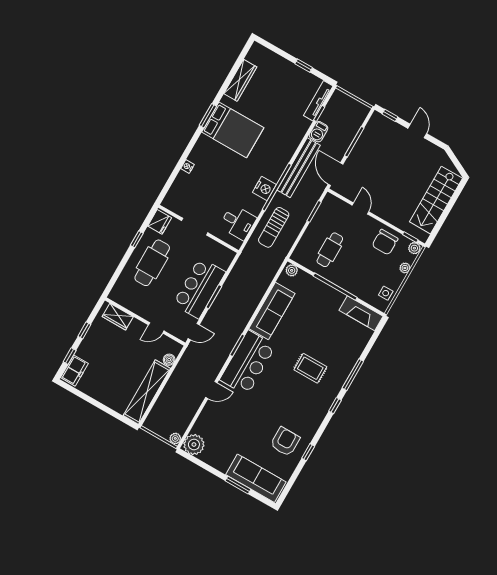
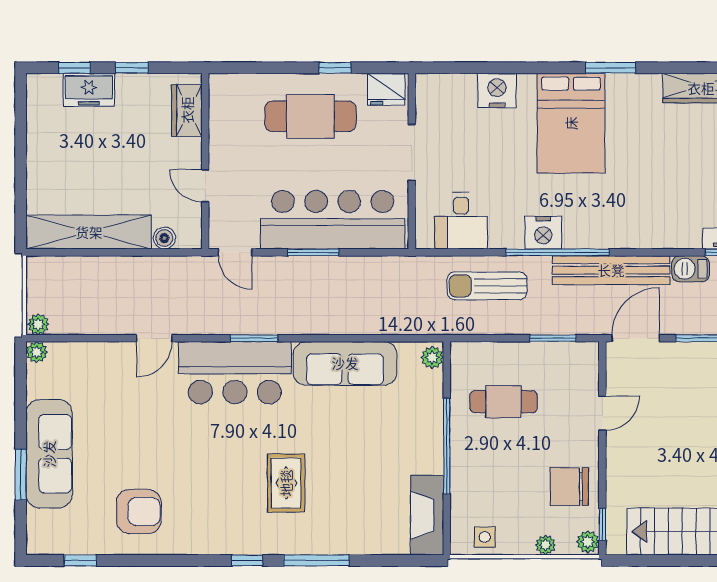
bed: (233, 130) -> (571, 123), moved
nightstand: (188, 166) -> (497, 90), width x1.89, depth x1.79
bar counter: (199, 288) -> (333, 220), width x1.36
freezer: (74, 371) -> (89, 90), moved
door: (211, 390) -> (154, 338), hinge flipped
plant: (194, 445) -> (37, 352), width x0.53, depth x0.53
window: (308, 452) -> (80, 560), moved
sofa: (256, 478) -> (49, 454), moved

